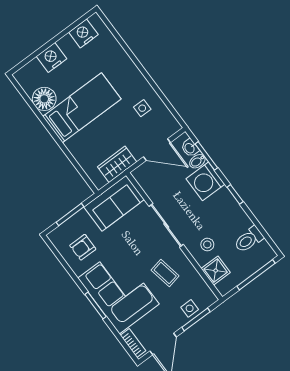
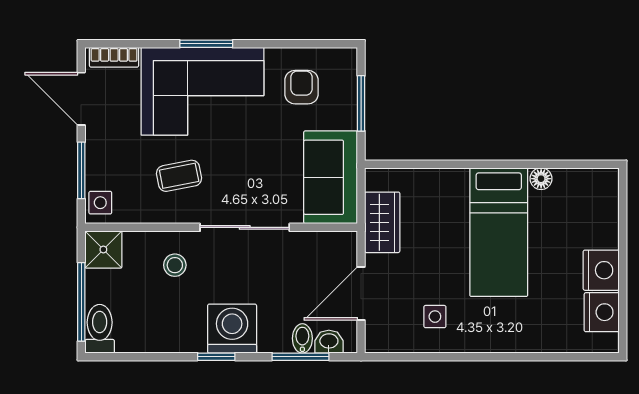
nightstand: (52, 58) -> (601, 270), moved
floor lamp: (44, 99) -> (541, 179), width x0.53, depth x0.53
washing machine: (205, 181) -> (232, 329), moved
toilet: (249, 239) -> (100, 329), moved
shower: (216, 271) -> (103, 249), moved
side table: (190, 308) -> (100, 203), moved

